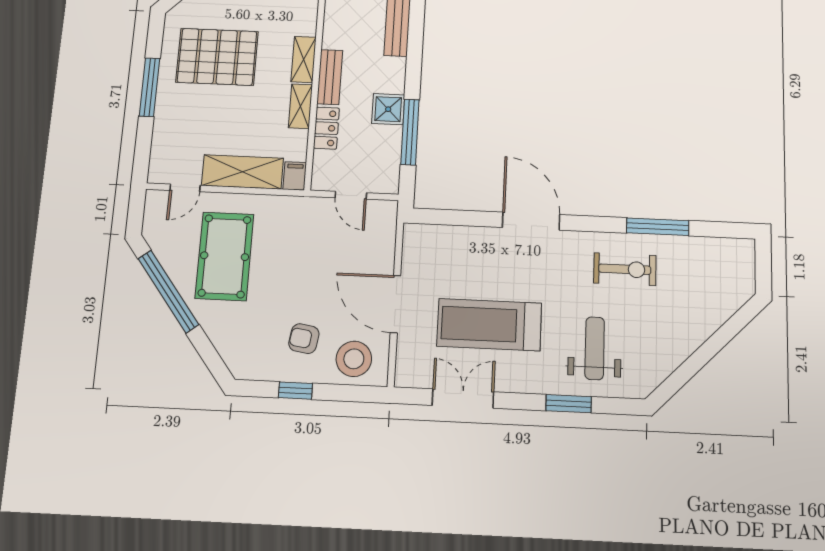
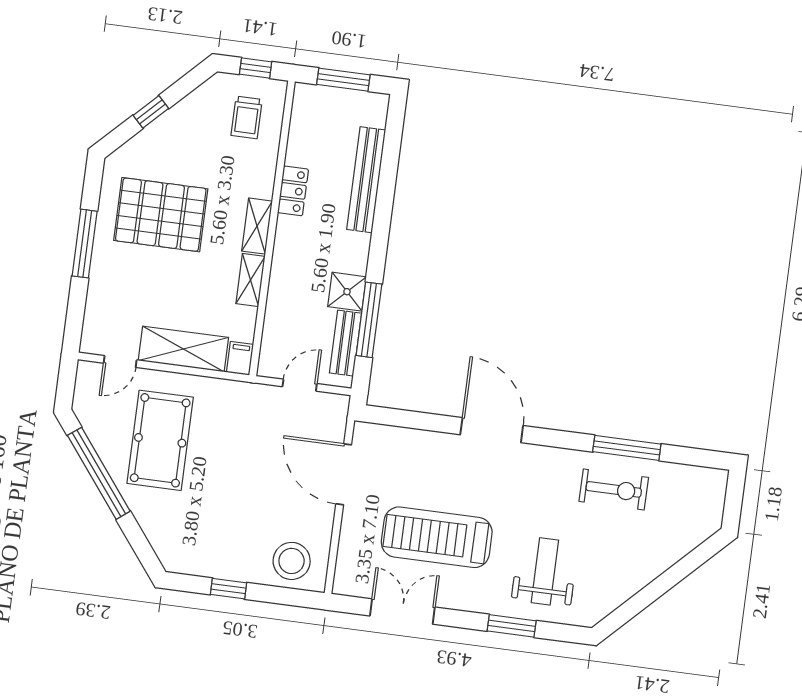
bench: (330, 77) -> (345, 343), moved
locker: (326, 128) -> (293, 191), moved
door: (351, 195) -> (300, 385), swing flipped
exercise bike: (625, 269) -> (614, 489), moved
door: (395, 304) -> (344, 474), moved
armchair: (304, 339) -> (240, 535), removed

